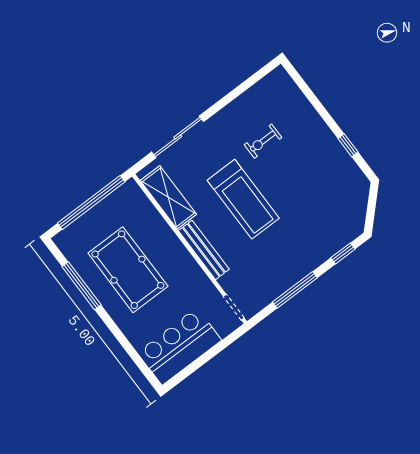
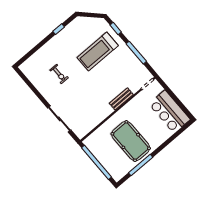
shelving: (168, 197) -> (91, 122), removed
treadmill: (243, 199) -> (98, 52), moved, turned 180
bench: (204, 250) -> (121, 99), width x0.73
pool table: (128, 270) -> (131, 141), turned 90

